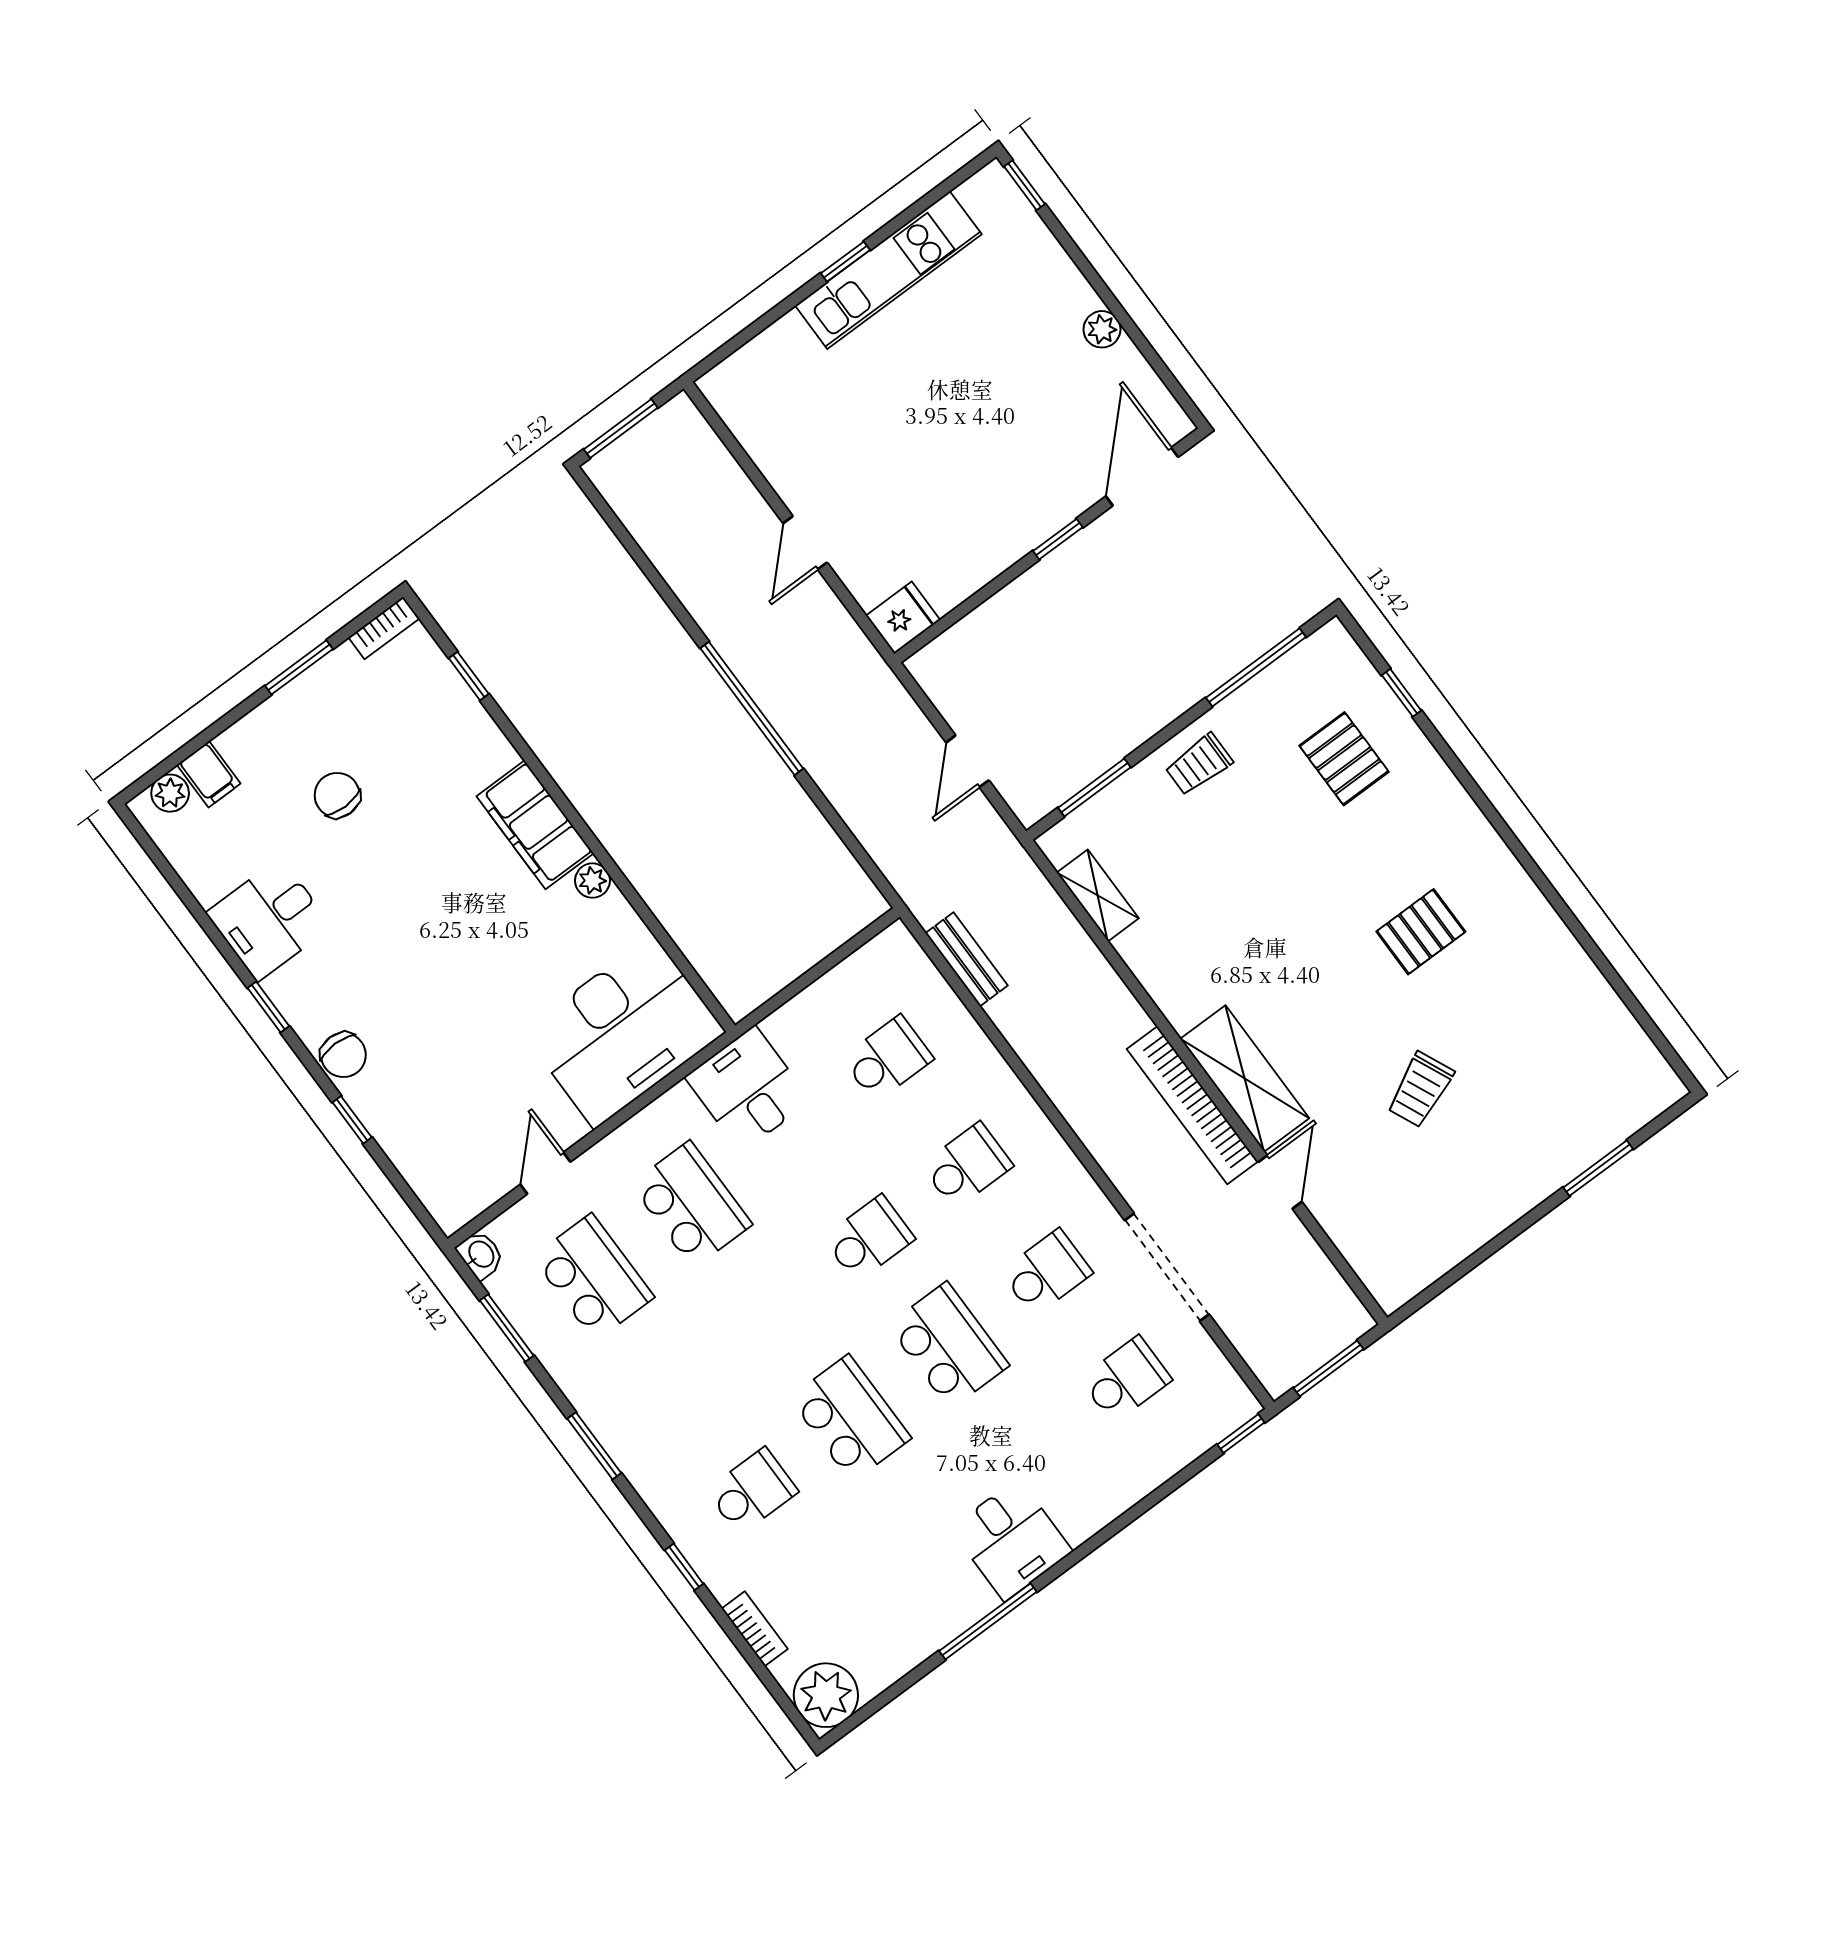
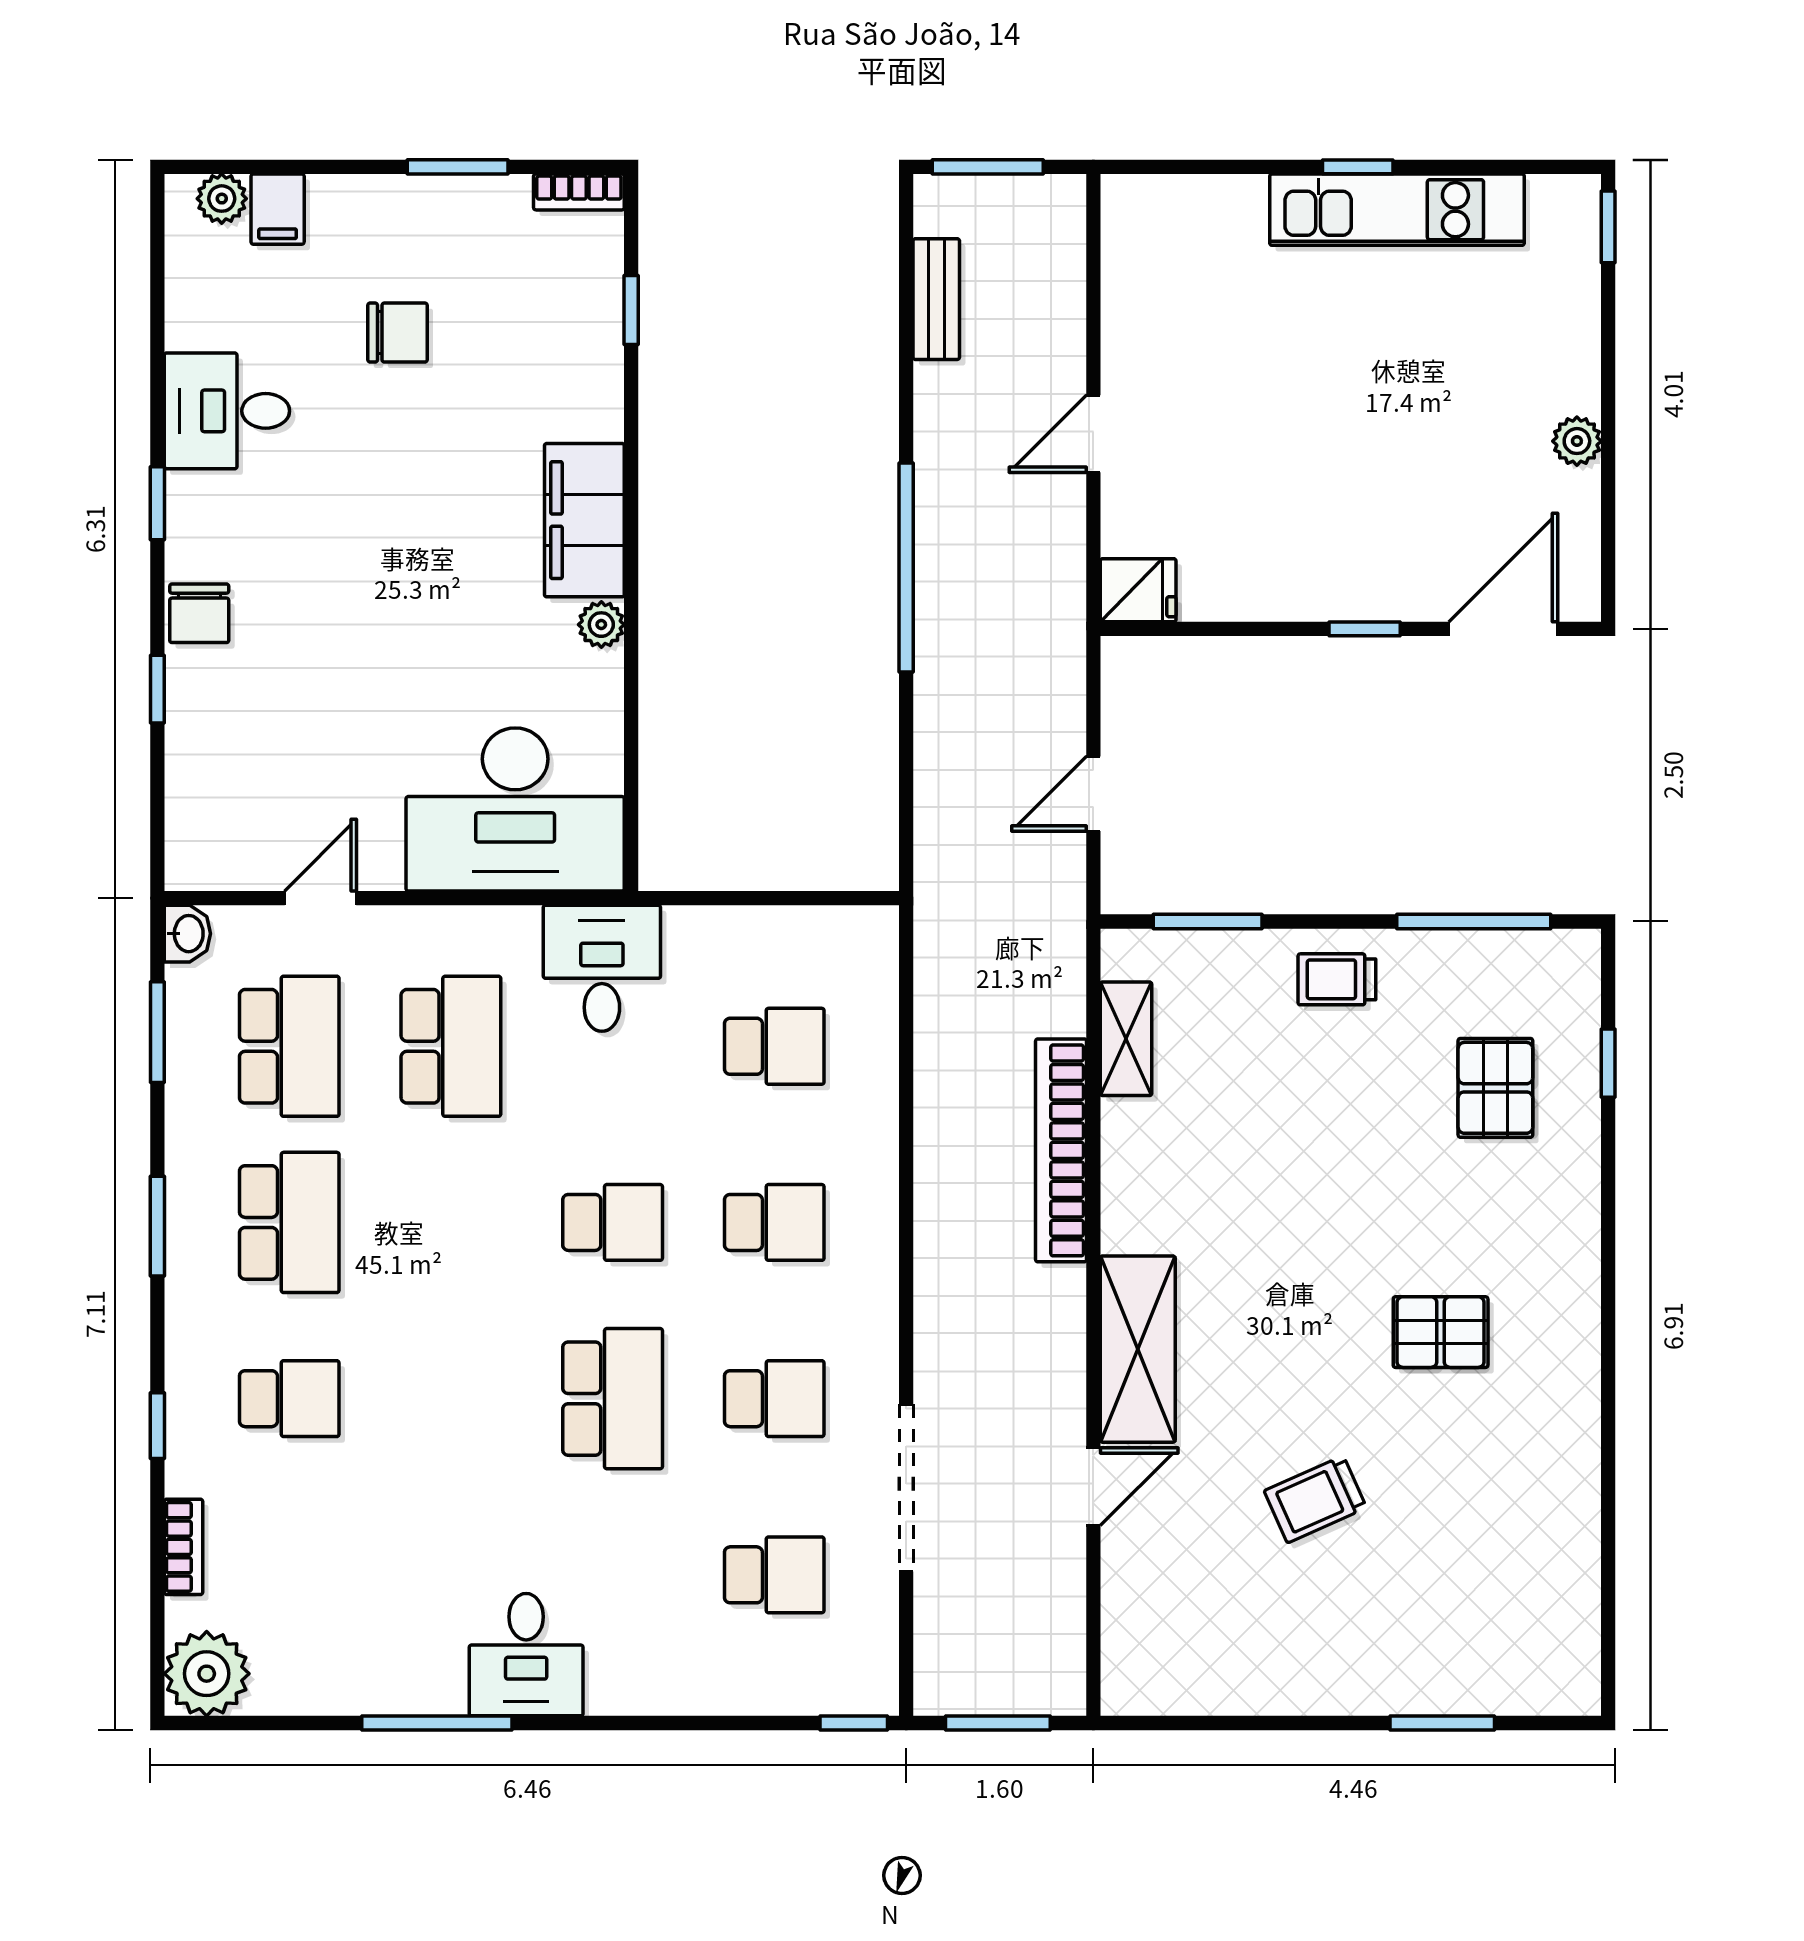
chair: (337, 795) -> (398, 333), turned 90
bench: (967, 959) -> (936, 299), moved
bookcase: (1192, 1105) -> (1061, 1150), moved
school desk: (850, 1418) -> (289, 1222), moved

